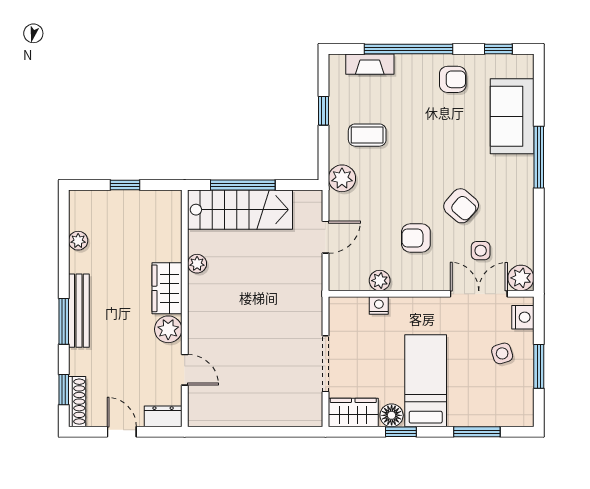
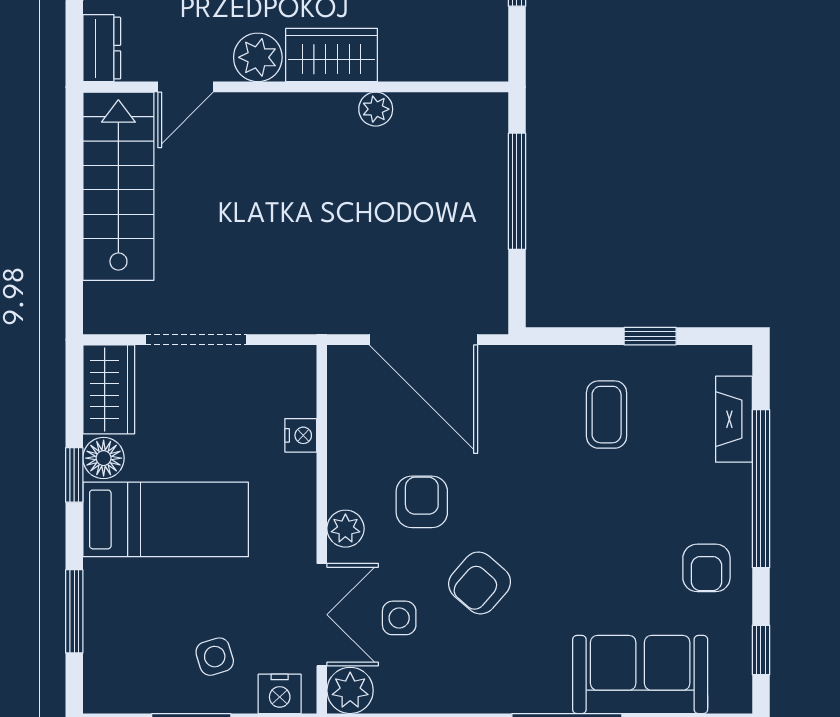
plant: (342, 178) -> (529, 369), removed
stairs: (240, 210) -> (118, 186), moved, turned 180
door: (326, 237) -> (423, 340), width x1.87
plant: (380, 281) -> (345, 529), moved

